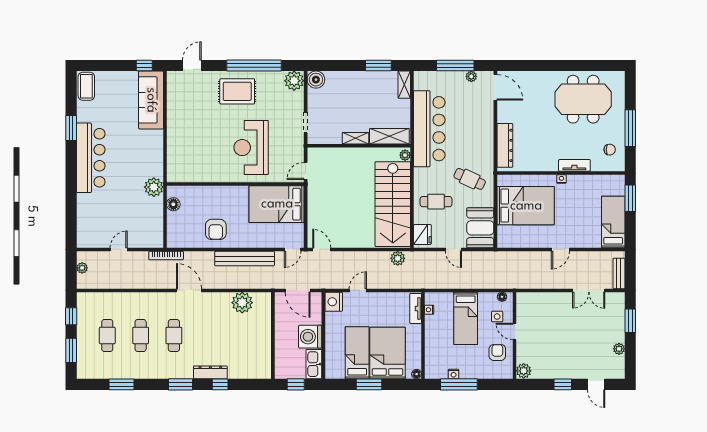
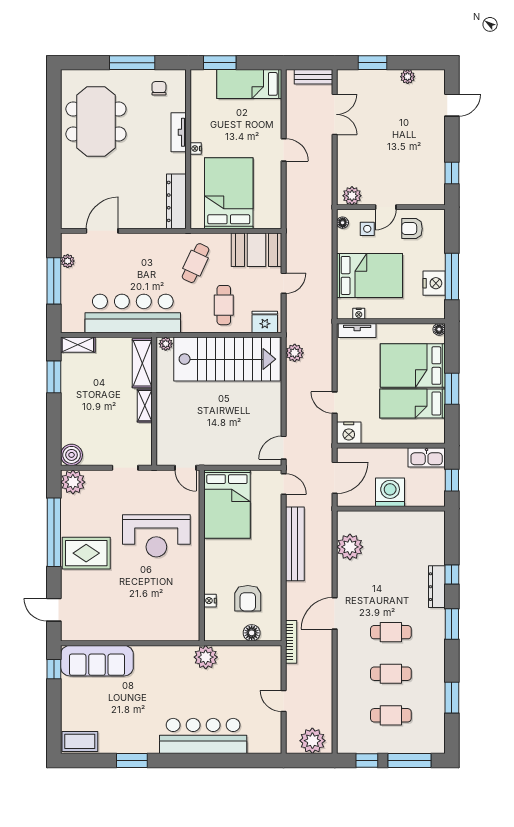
door: (495, 87) -> (102, 231), moved
rug: (237, 91) -> (86, 553), turned 90
dresser: (505, 145) -> (176, 201), moved, turned -90
bar counter: (91, 158) -> (203, 736), moved
nightstand: (199, 190) -> (210, 601), added
floor lamp: (173, 204) -> (252, 633), moved
armchair: (216, 229) -> (248, 598), moved, turned 90
plant: (82, 268) -> (312, 741), width x1.88, depth x1.88
bed: (466, 318) -> (370, 275), width x1.50
washing machine: (310, 337) -> (390, 492), moved, turned 180
window: (71, 350) -> (409, 760), width x1.44
plant: (524, 371) -> (352, 196), moved
nightstand: (454, 374) -> (434, 283), width x1.89, depth x1.79
window: (563, 384) -> (452, 173), moved

